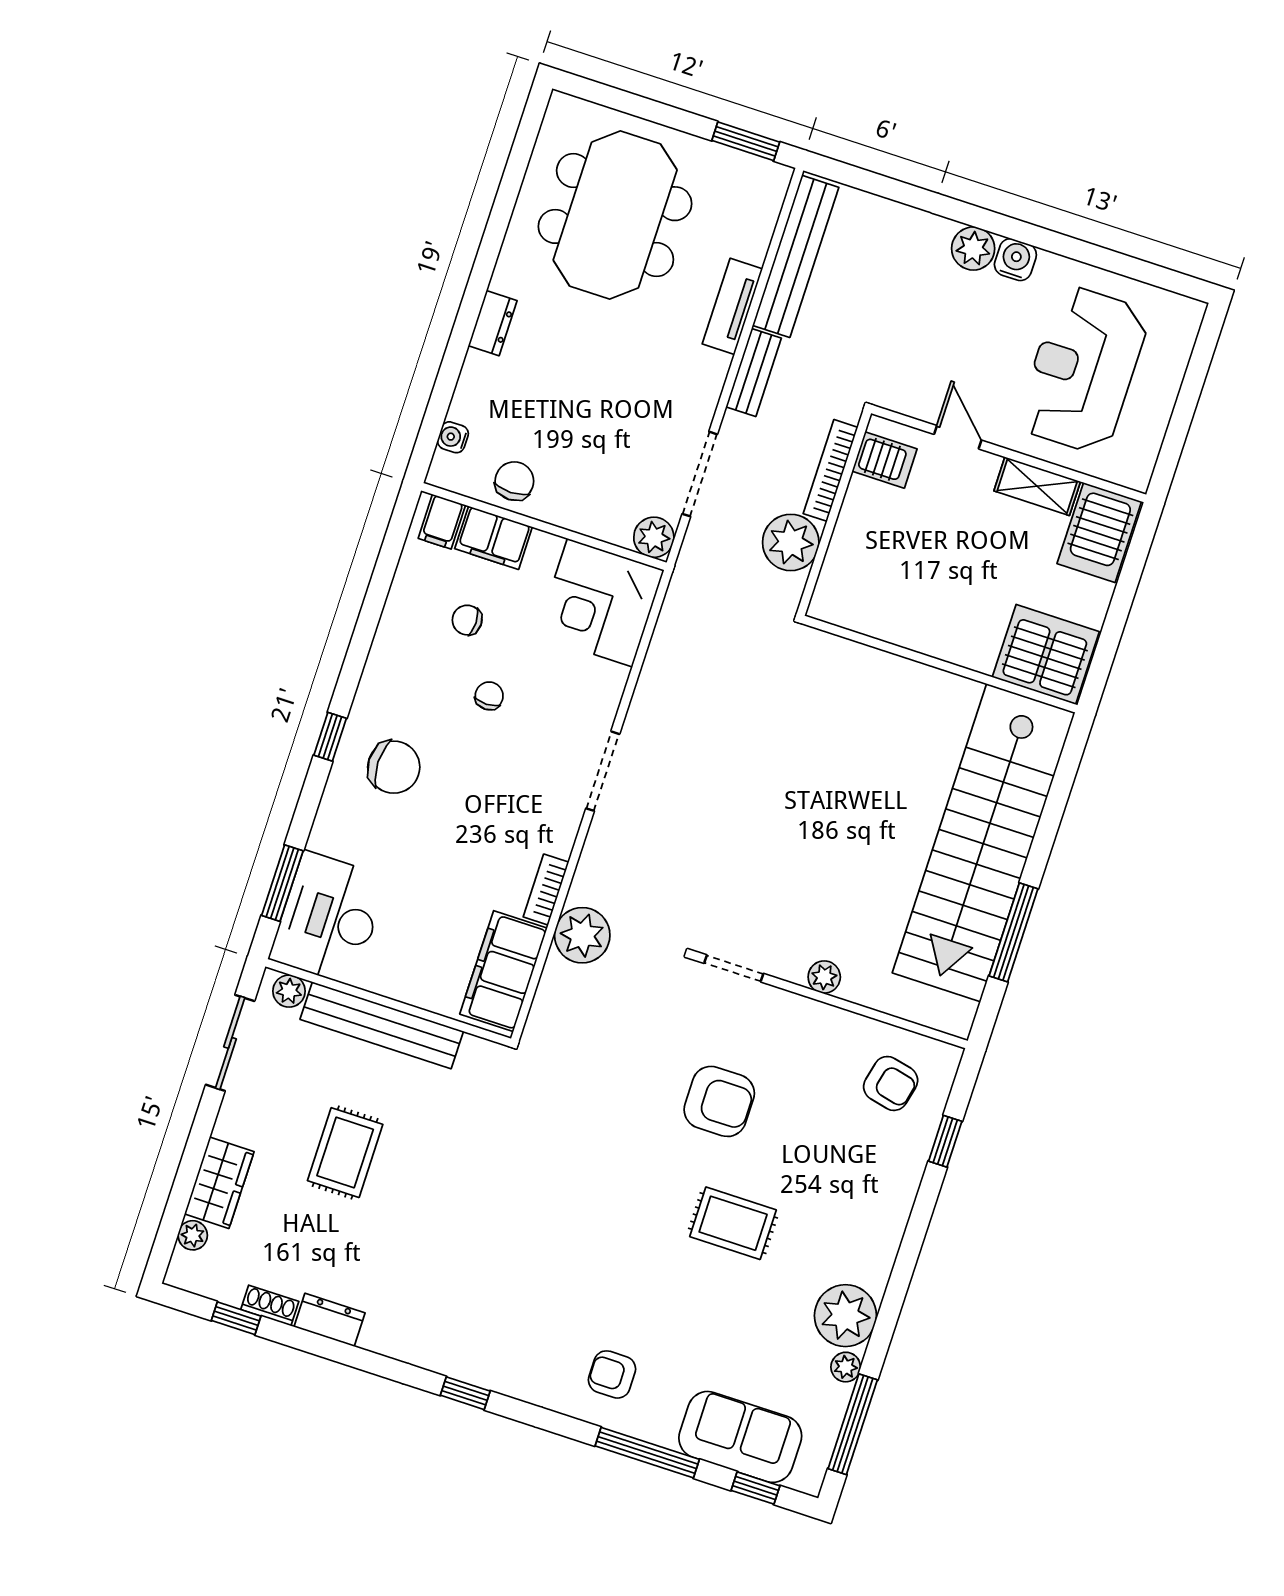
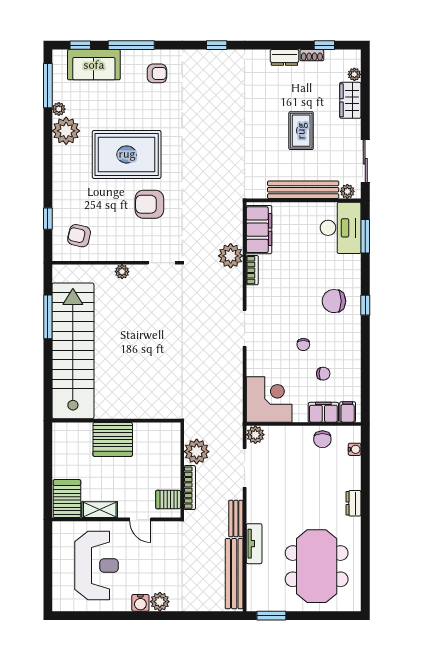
server rack: (1046, 654) -> (113, 439), moved
rug: (733, 1223) -> (127, 154), width x1.86, depth x2.06

